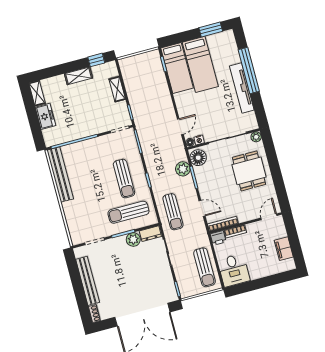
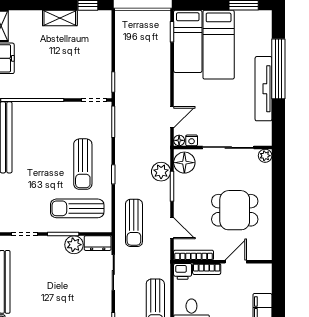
shelving: (117, 89) -> (105, 48), removed
dining table: (249, 171) -> (235, 210), moved, turned 90
door: (269, 217) -> (236, 262), moved

